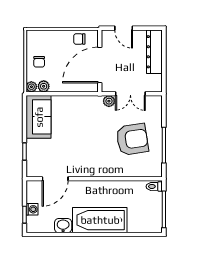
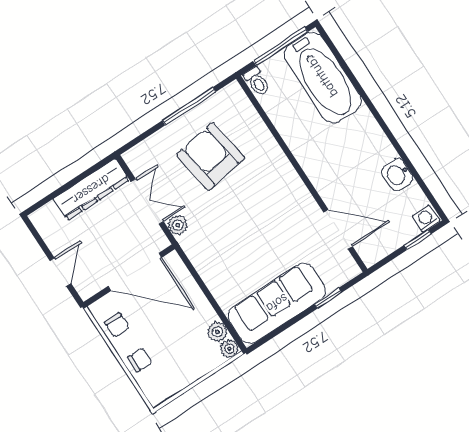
dresser: (154, 52) -> (91, 189), moved
chair: (39, 62) -> (140, 360), moved
sofa: (39, 117) -> (277, 303), width x1.36
washing machine: (32, 209) -> (426, 219), moved
bathtub: (100, 220) -> (323, 78), moved

